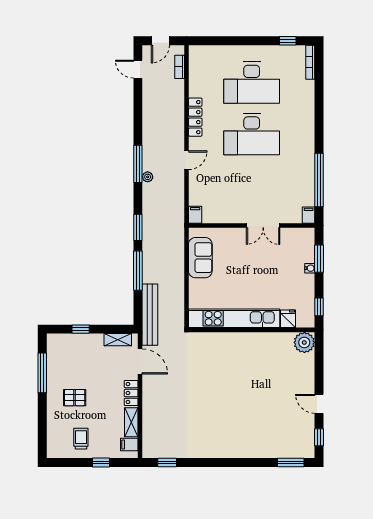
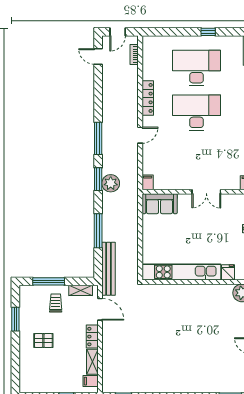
window: (288, 41) -> (208, 32), moved
desk: (252, 83) -> (197, 68), turned 180
desk: (252, 134) -> (197, 113), turned 180
plant: (148, 177) -> (111, 183), moved, width x1.88, depth x1.88
window: (138, 227) -> (98, 179), moved
sofa: (200, 258) -> (160, 204), moved, turned 90
window: (81, 329) -> (49, 281), width x2.17
window: (42, 373) -> (15, 319), width x0.69
trolley: (81, 439) -> (56, 303), moved

